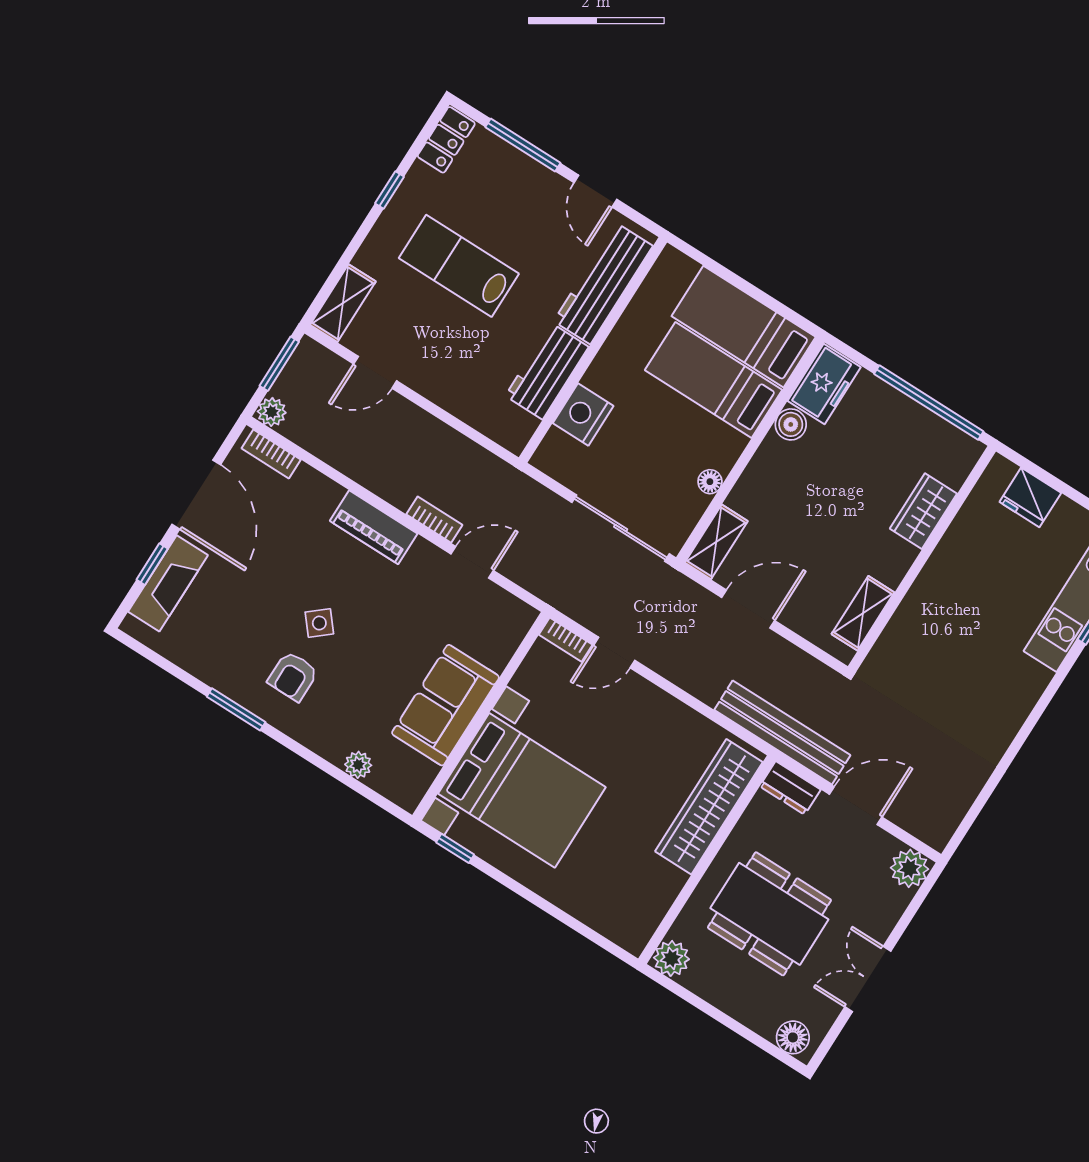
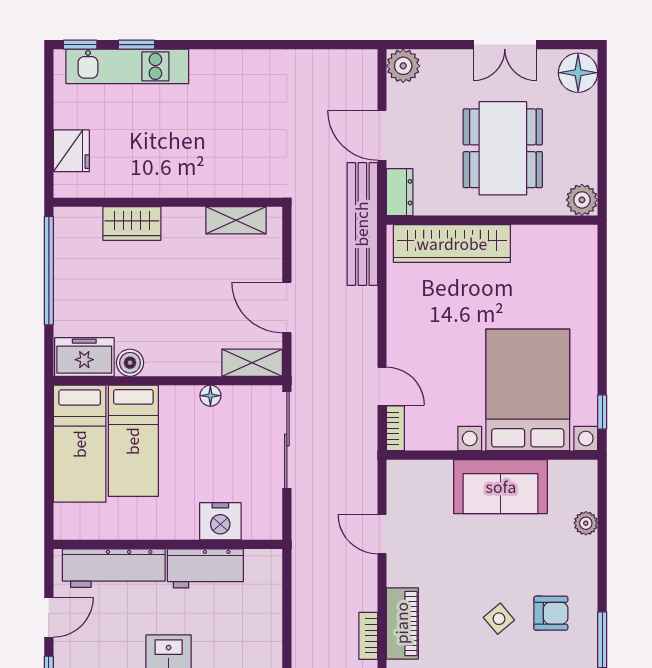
bookcase: (434, 520) -> (368, 636), moved
floor lamp: (793, 1037) -> (578, 73), width x1.38, depth x1.38

